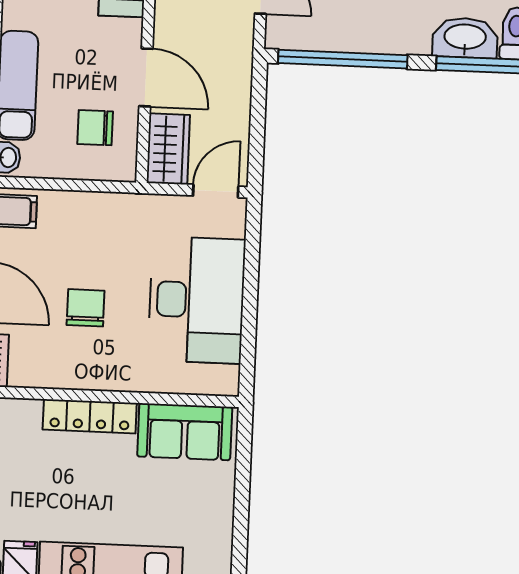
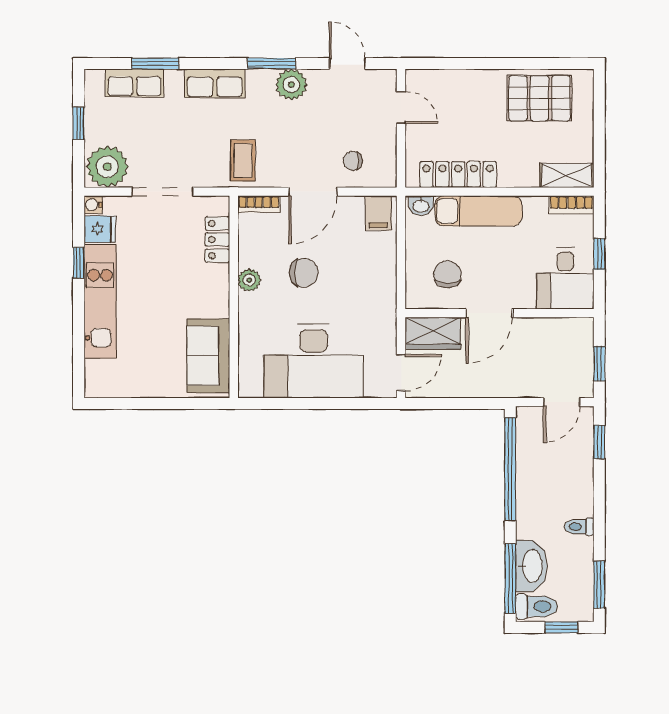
door: (216, 191) -> (401, 372), hinge flipped
plant: (92, 376) -> (249, 280), added
locker: (90, 416) -> (217, 239), moved, width x0.66

